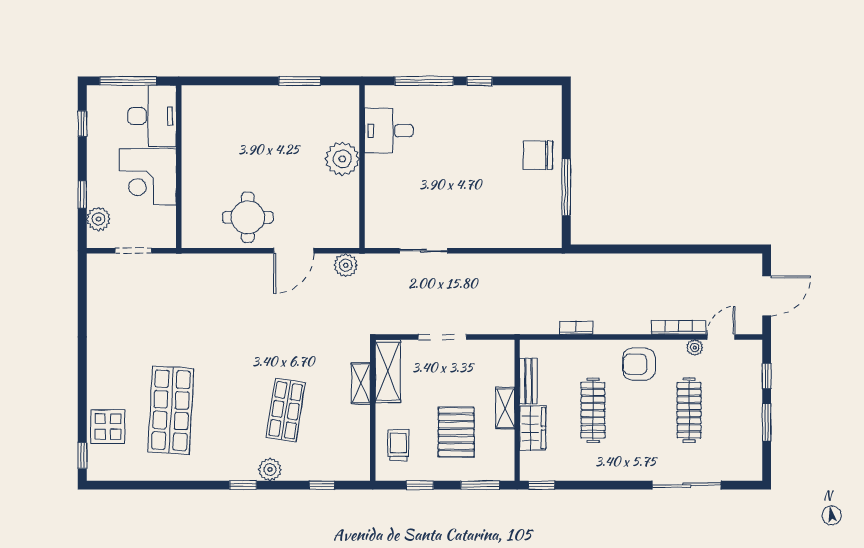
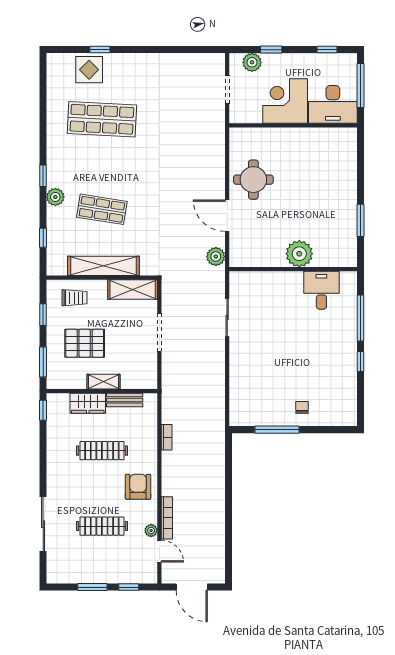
chair: (538, 155) -> (302, 407), width x0.54, depth x0.54
shelving: (361, 383) -> (103, 266), width x2.20, depth x1.33
window: (82, 455) -> (100, 50), moved

